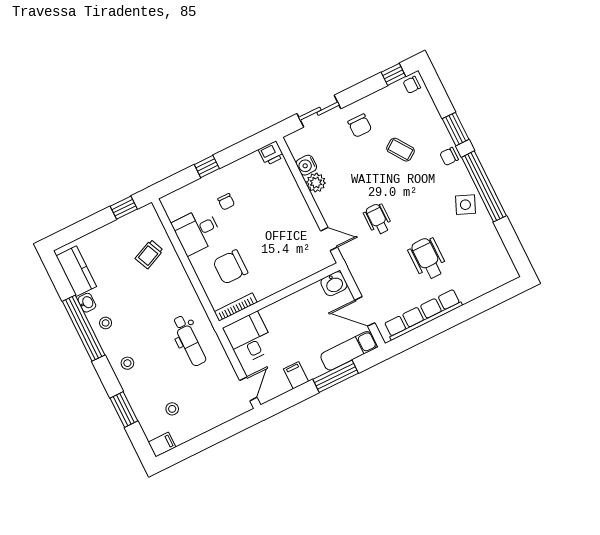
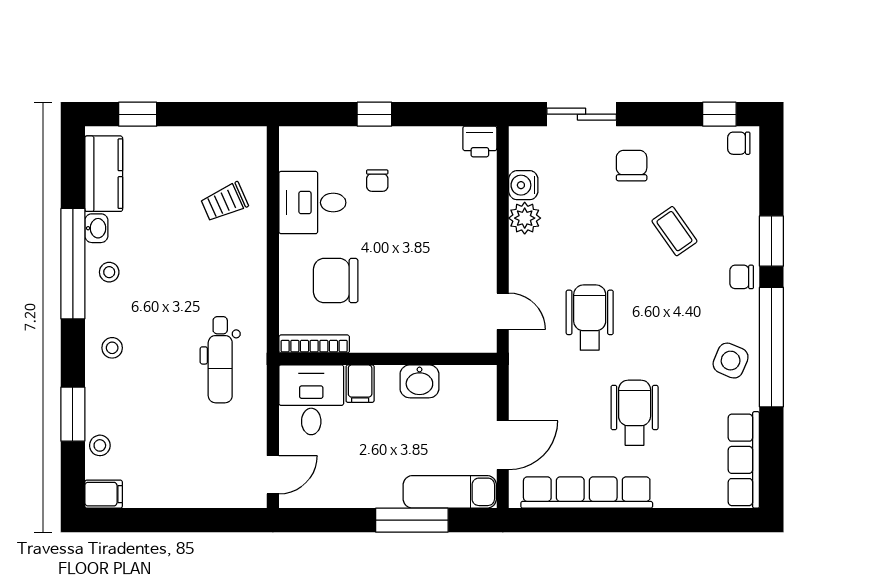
chair: (360, 126) -> (632, 166), turned 180
window: (124, 208) -> (138, 114), moved
wheelchair: (378, 219) -> (590, 318), width x1.36, depth x1.37
row of seats: (499, 255) -> (744, 460), added
washbasin: (334, 284) -> (419, 381), moved
door: (365, 311) -> (503, 445), swing flipped
filing cabinet: (296, 375) -> (360, 384), moved, turned 180
stool: (172, 409) -> (100, 445), moved

